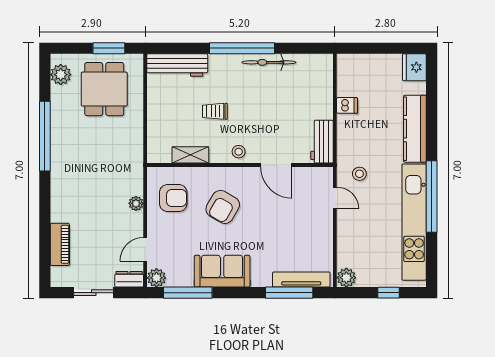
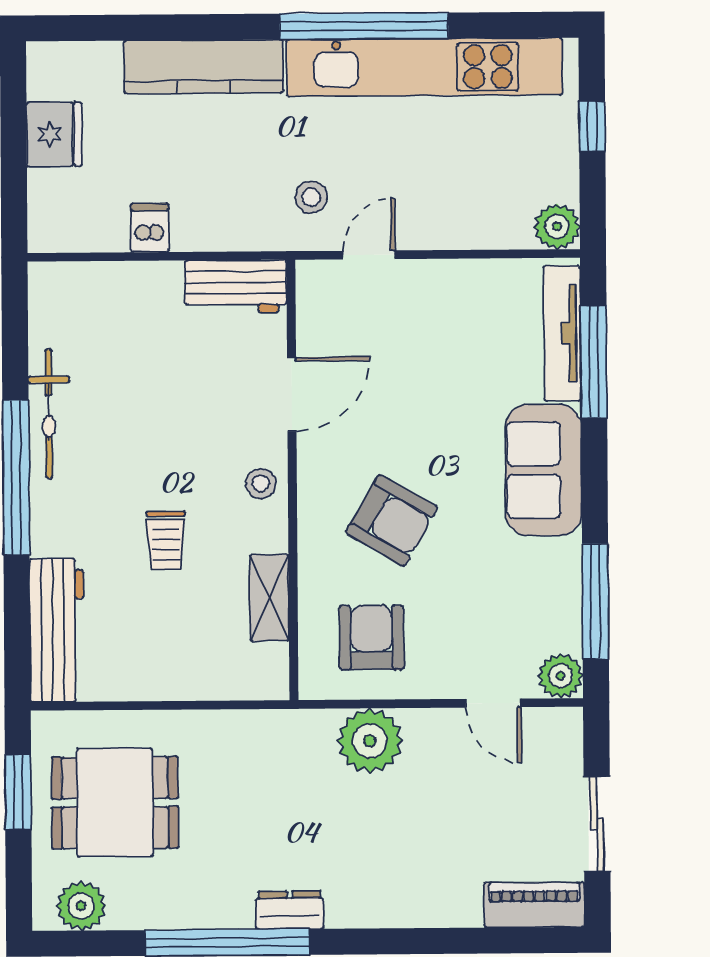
fridge: (414, 67) -> (54, 134), moved, turned -90
plant: (136, 203) -> (370, 741), width x1.87, depth x1.87
piano: (60, 244) -> (534, 905), moved
sofa: (222, 271) -> (544, 470), moved
dresser: (129, 279) -> (290, 910), moved, turned 90

